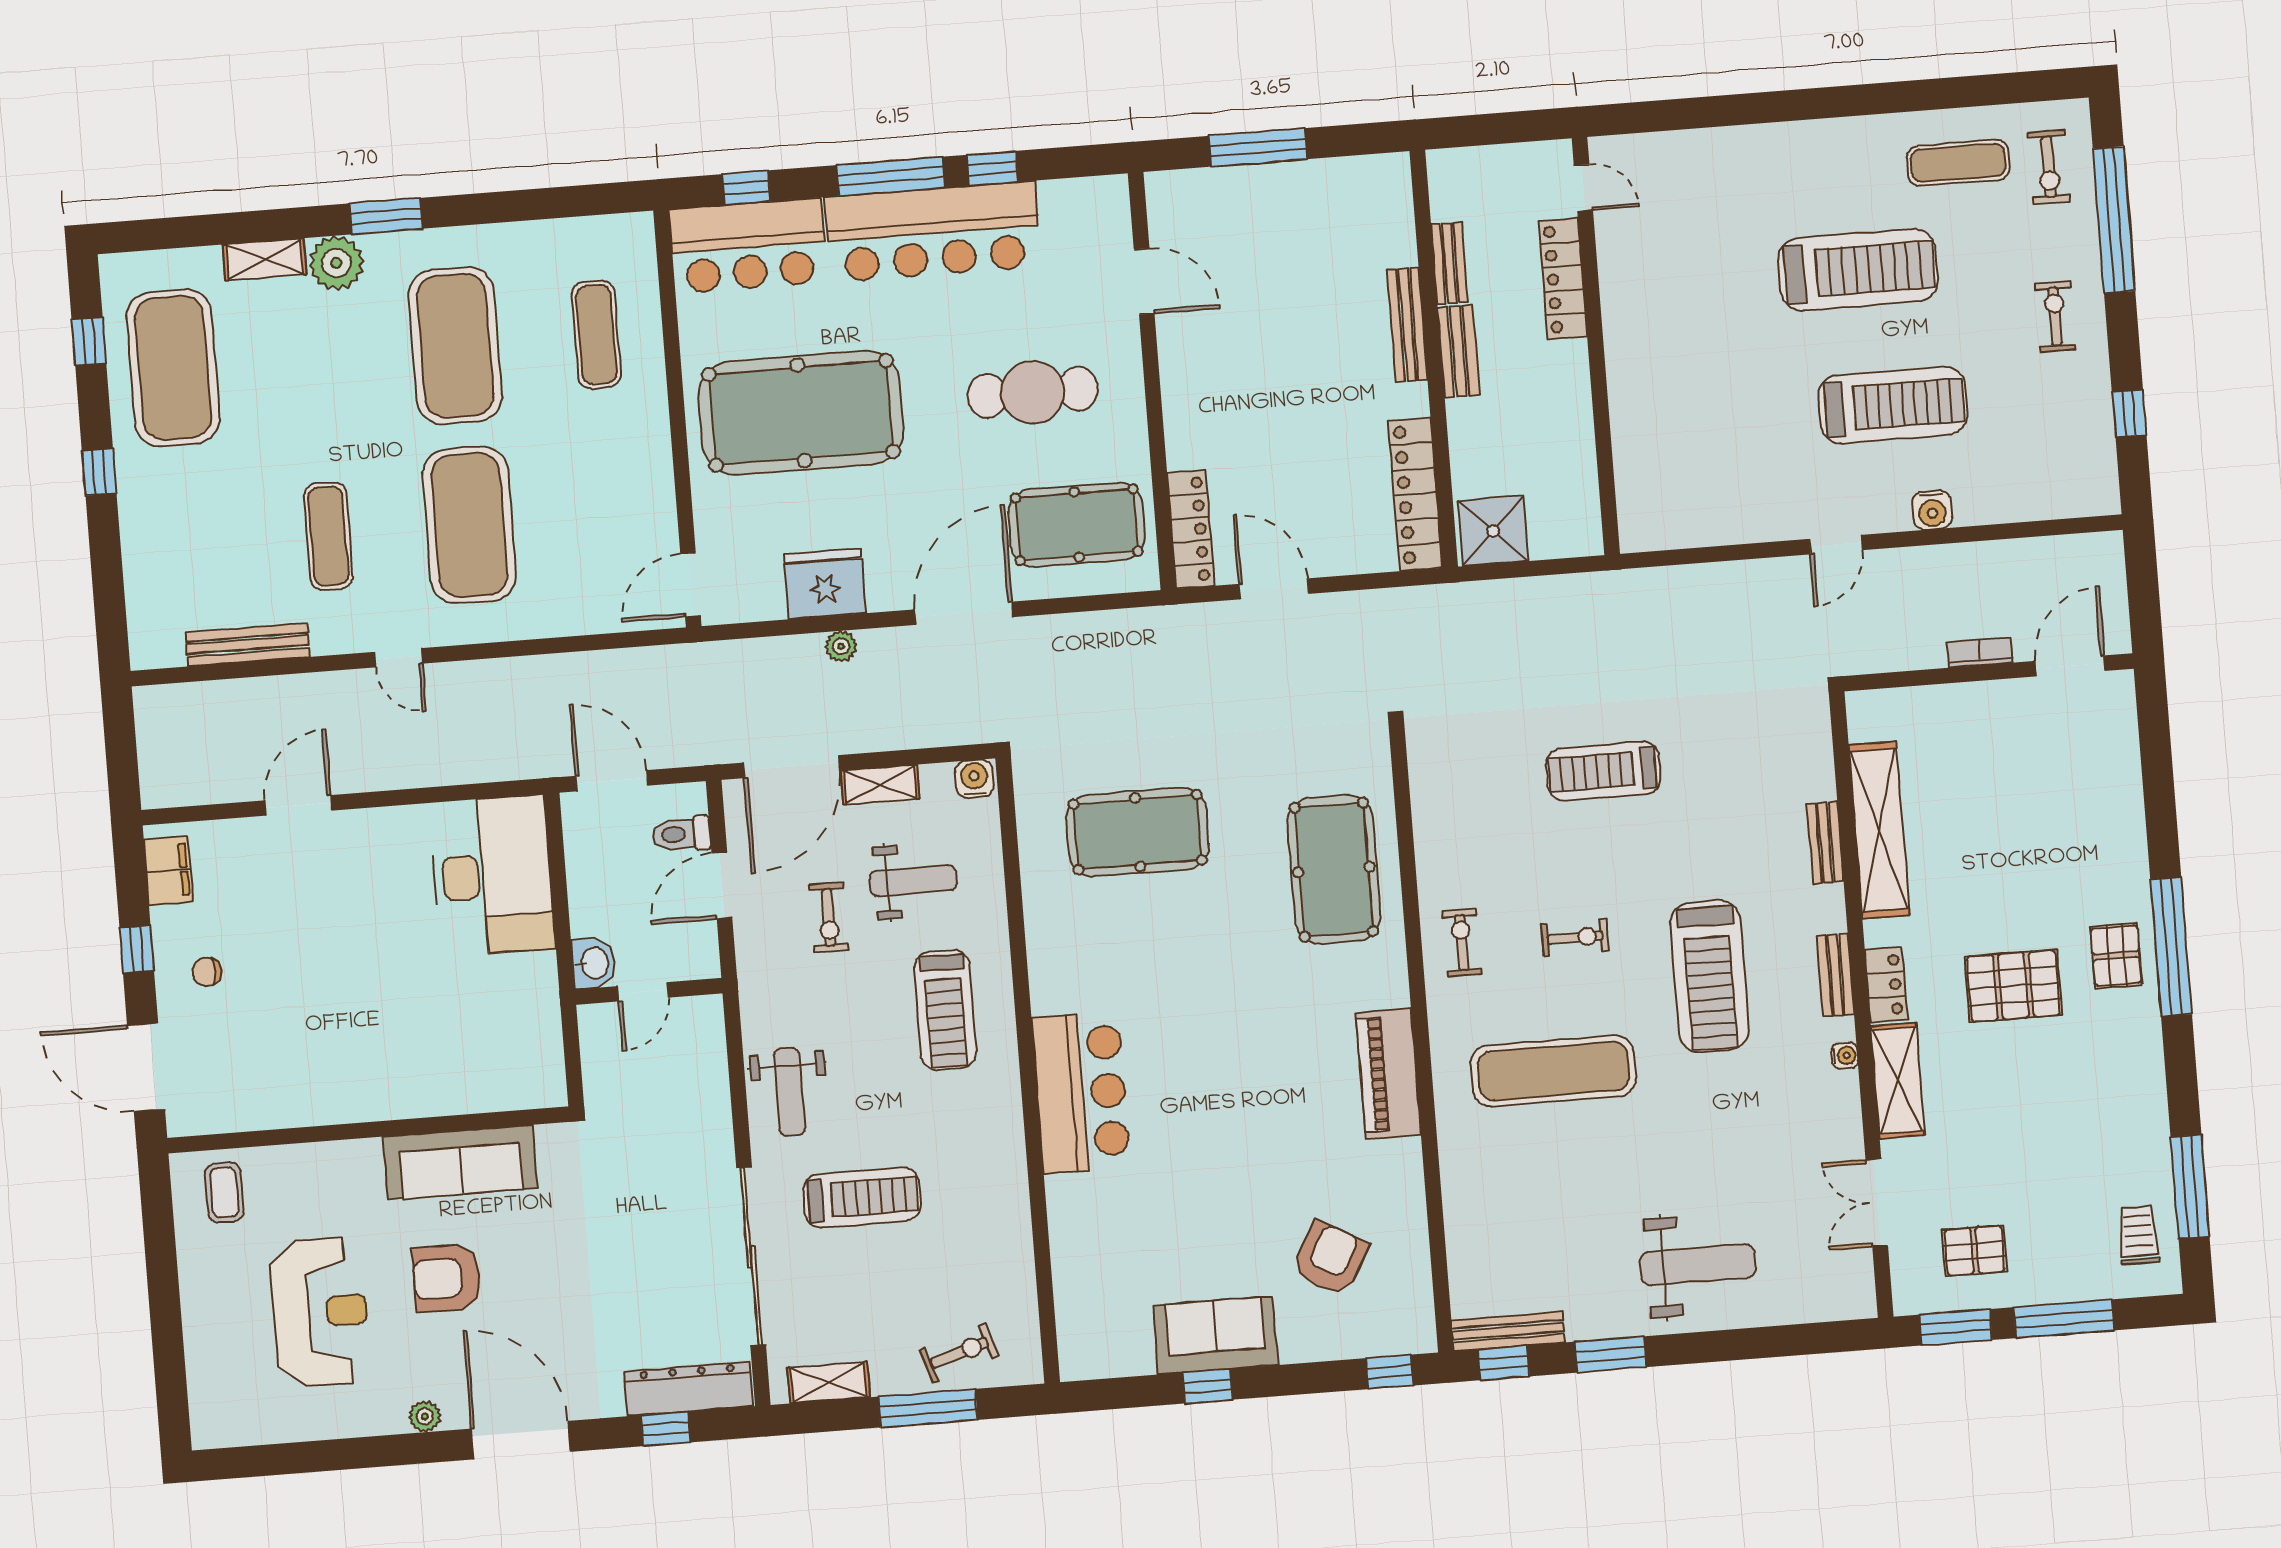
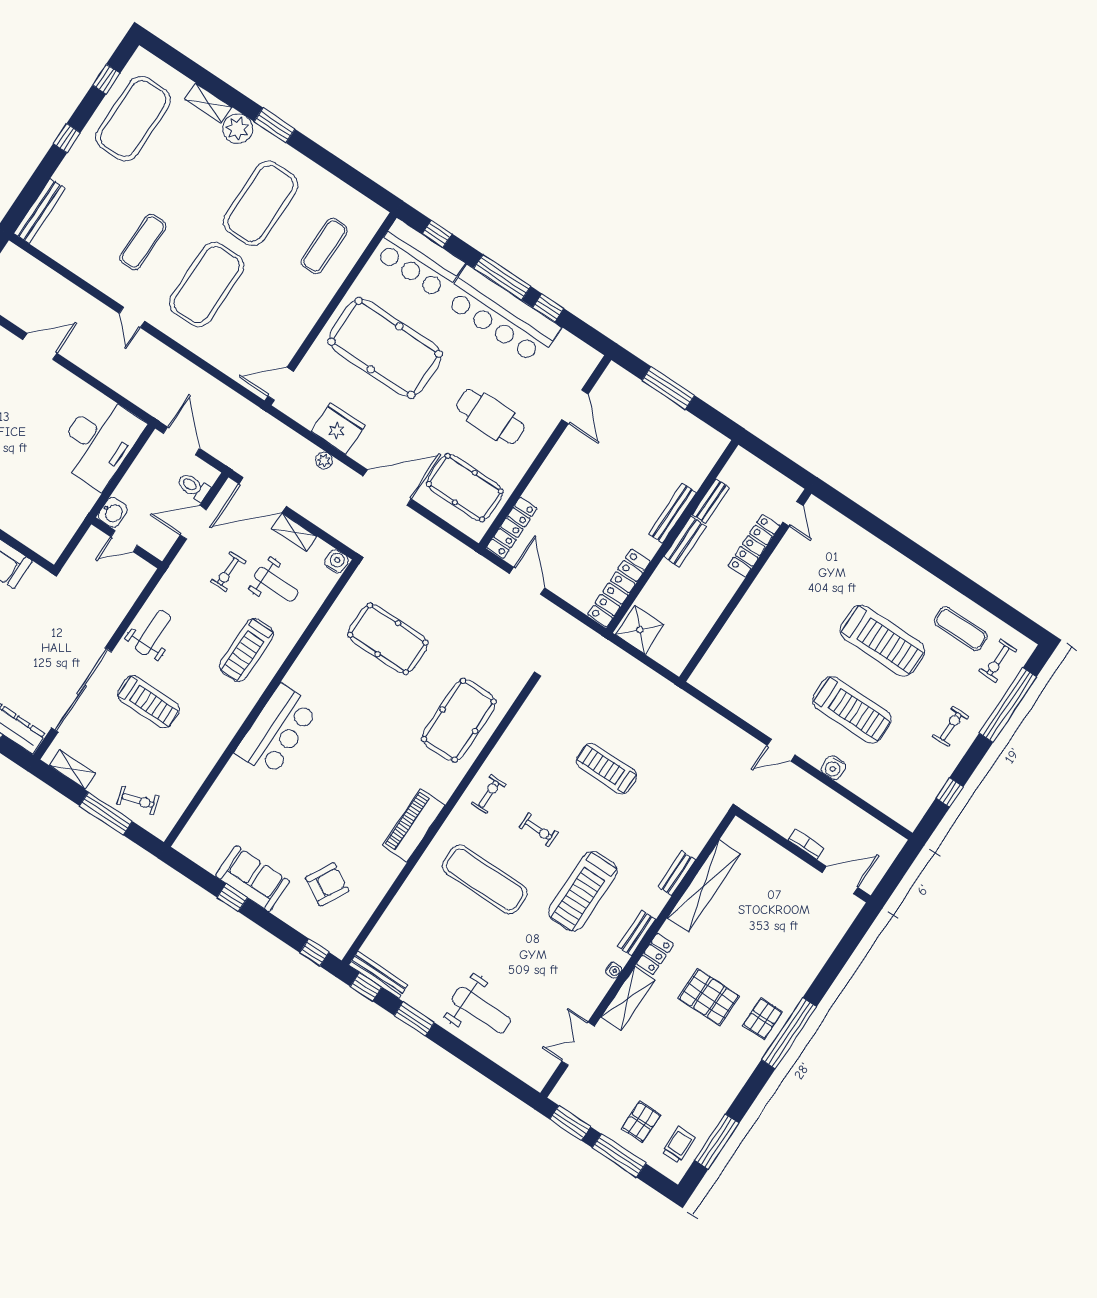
bench: (247, 645) -> (40, 211), moved, turned 90
weight bench: (789, 1092) -> (153, 633), turned 180
pallet: (1974, 1251) -> (641, 1122), moved, turned 90

